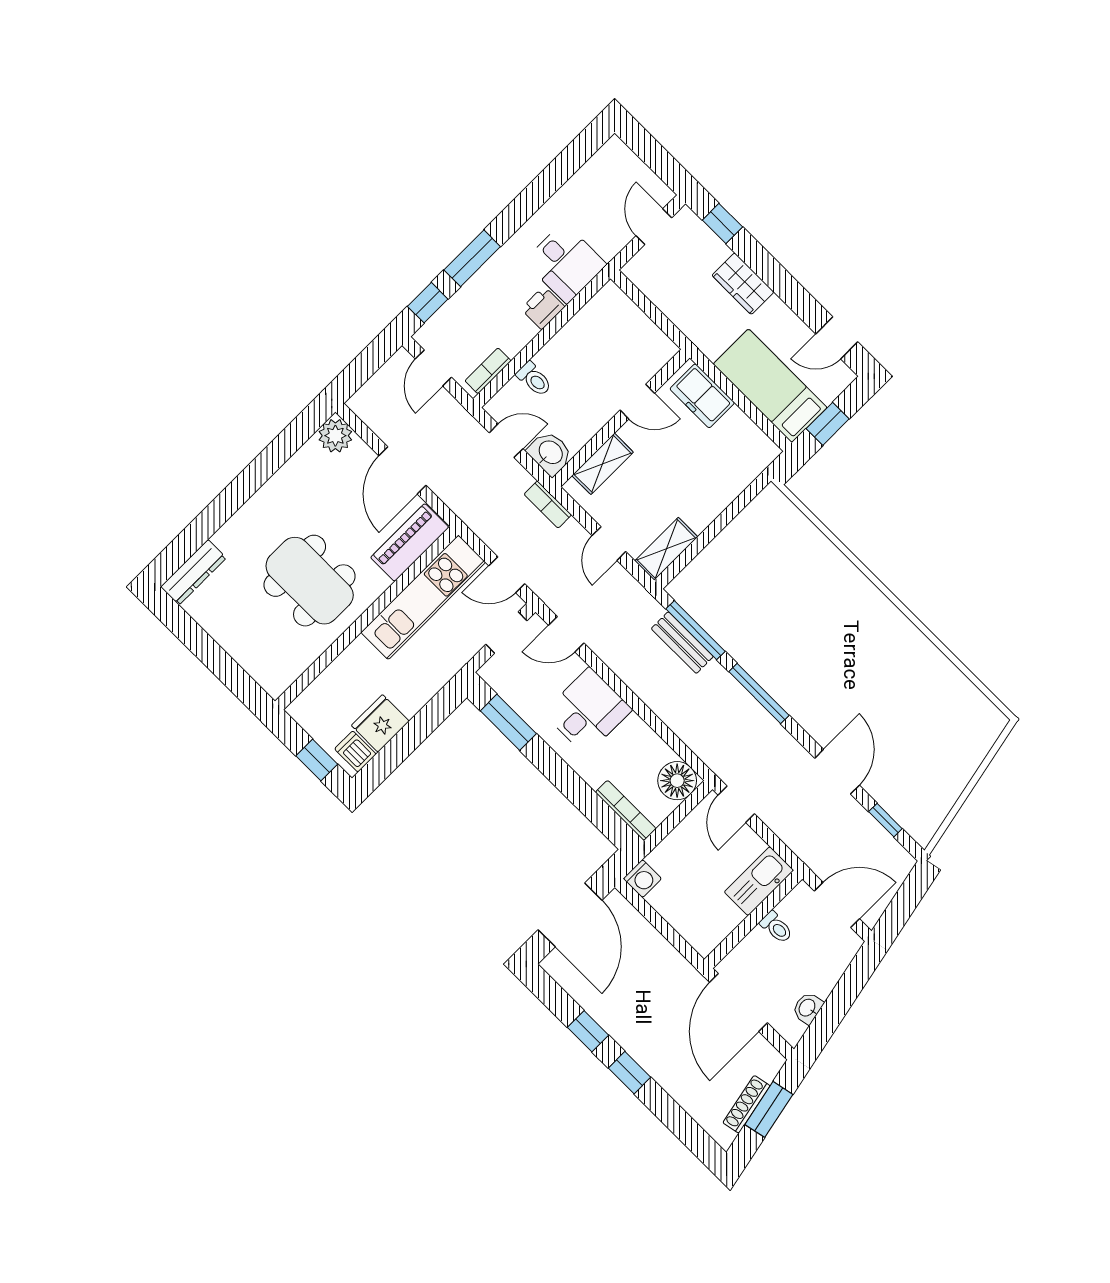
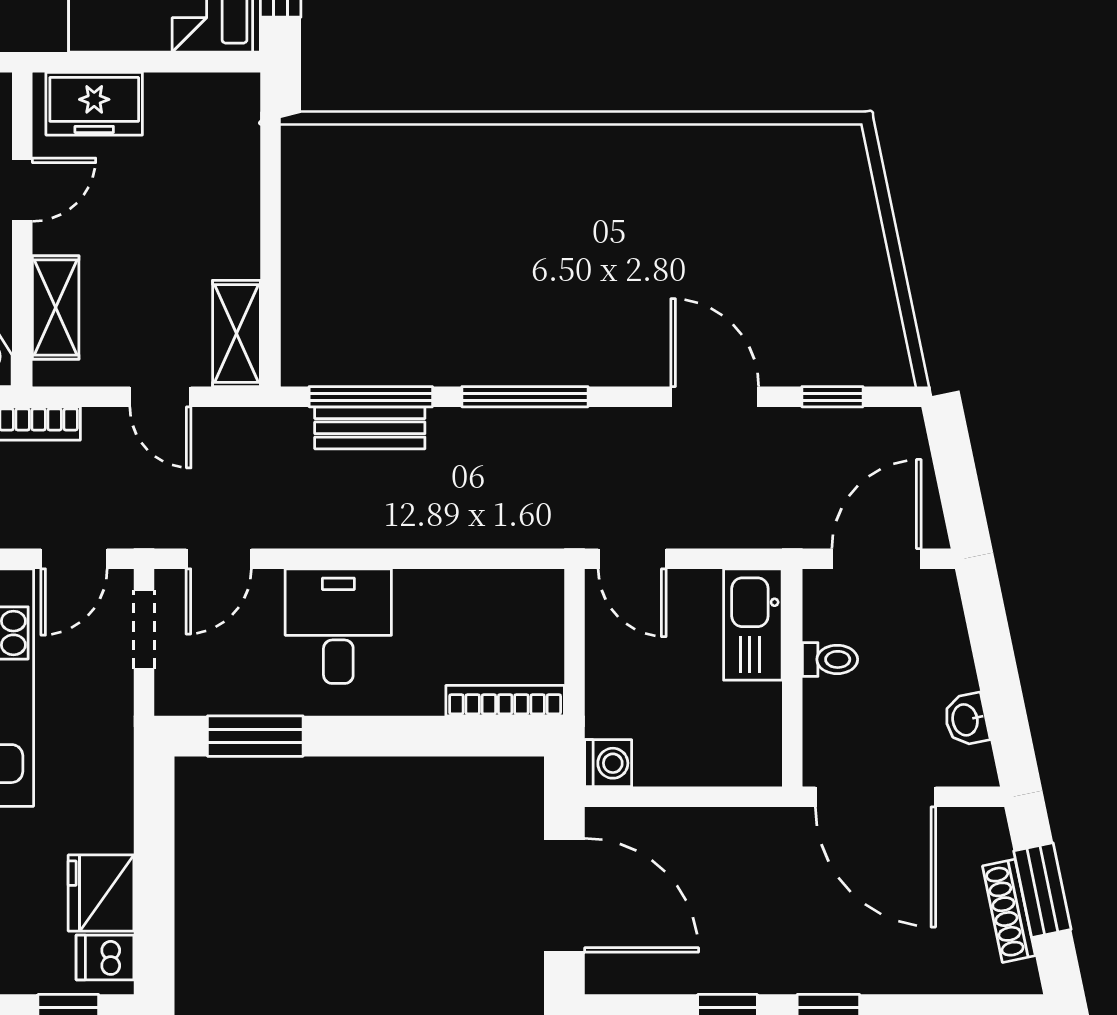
floor lamp: (677, 781) -> (531, 602), removed

